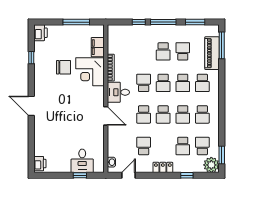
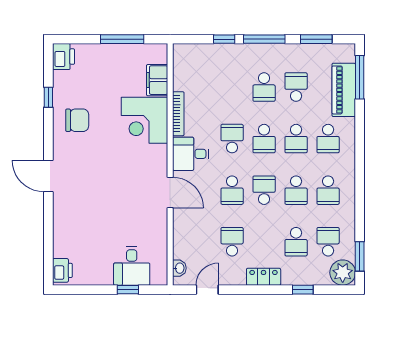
chair: (64, 67) -> (77, 120), moved
school desk: (163, 114) -> (264, 190), turned 180

